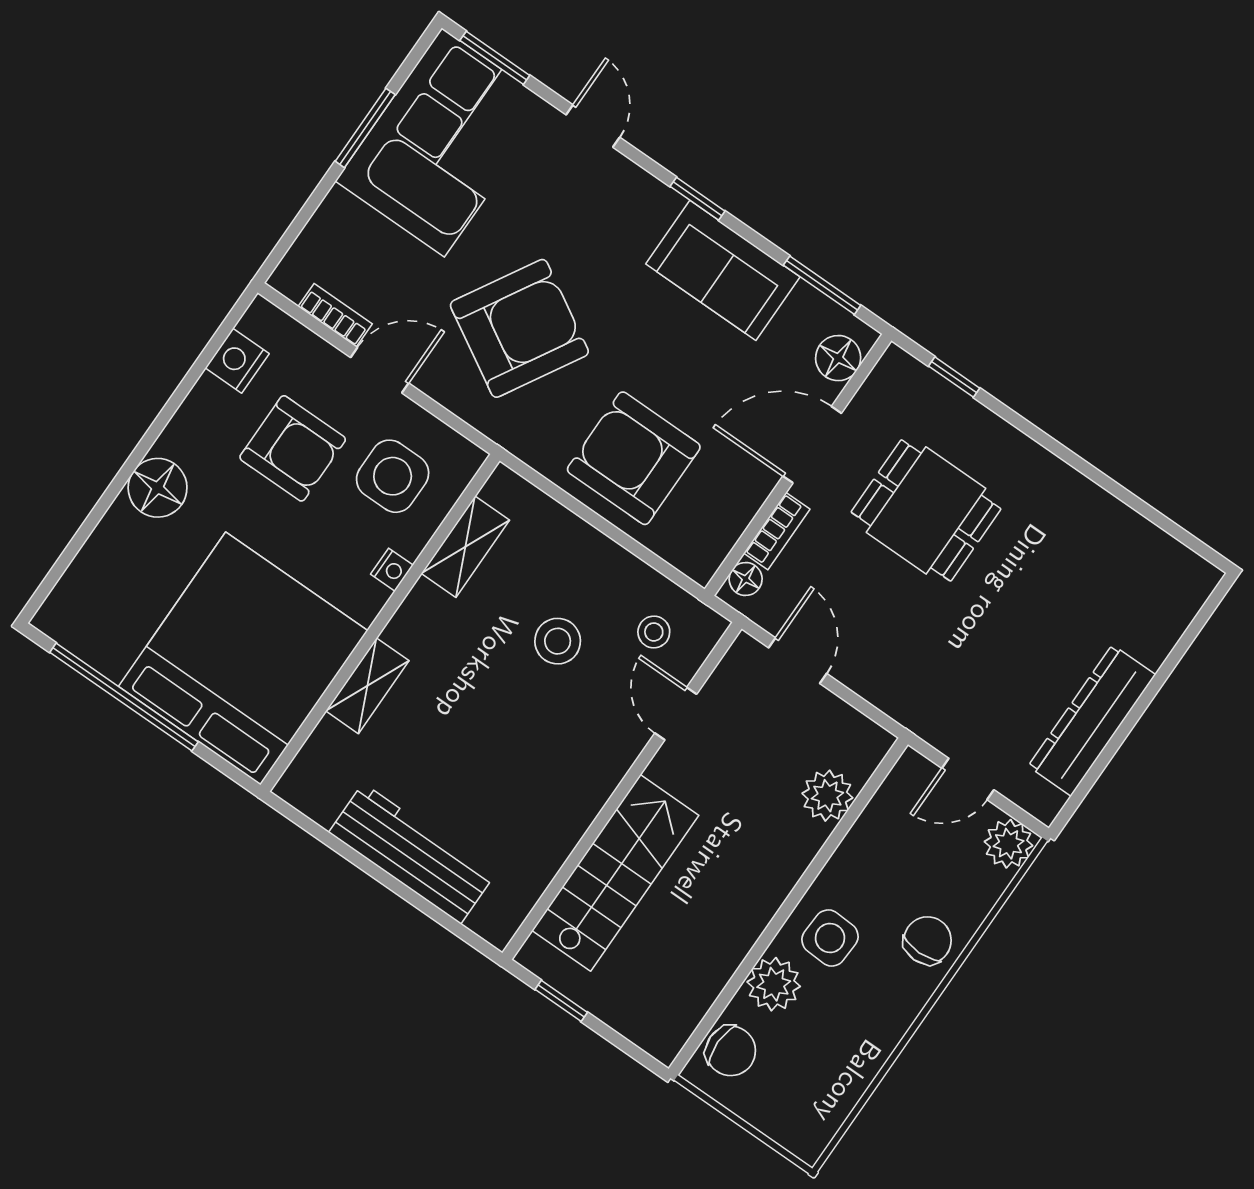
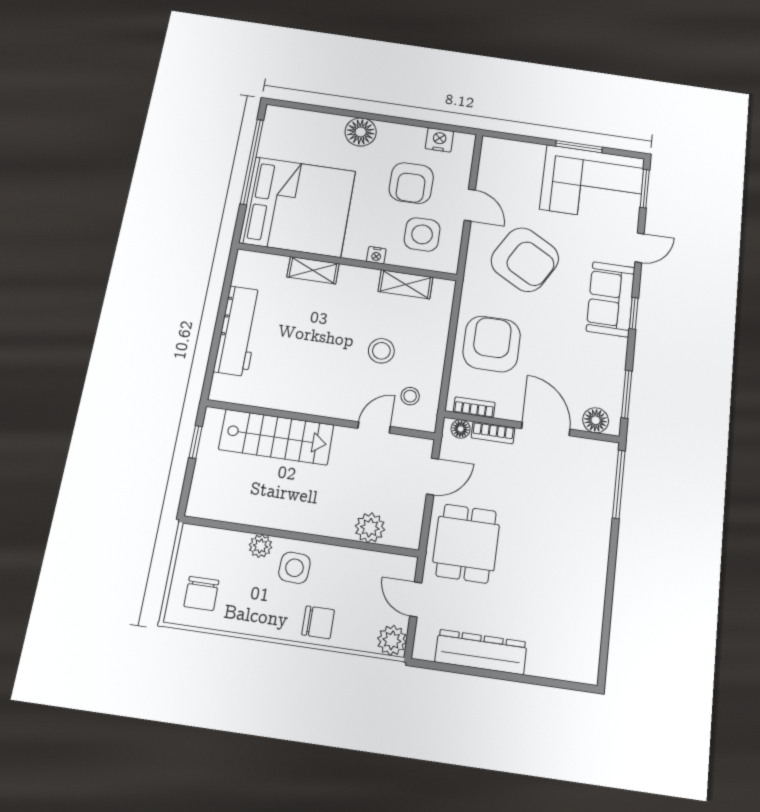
sofa: (723, 270) -> (611, 299), moved
bookcase: (335, 315) -> (474, 407), moved, turned -90
window: (954, 377) -> (619, 484), width x2.17
dining table: (926, 510) -> (466, 543), moved
plant: (774, 984) -> (260, 546), width x0.73, depth x0.73
chair: (731, 1051) -> (201, 593), moved

